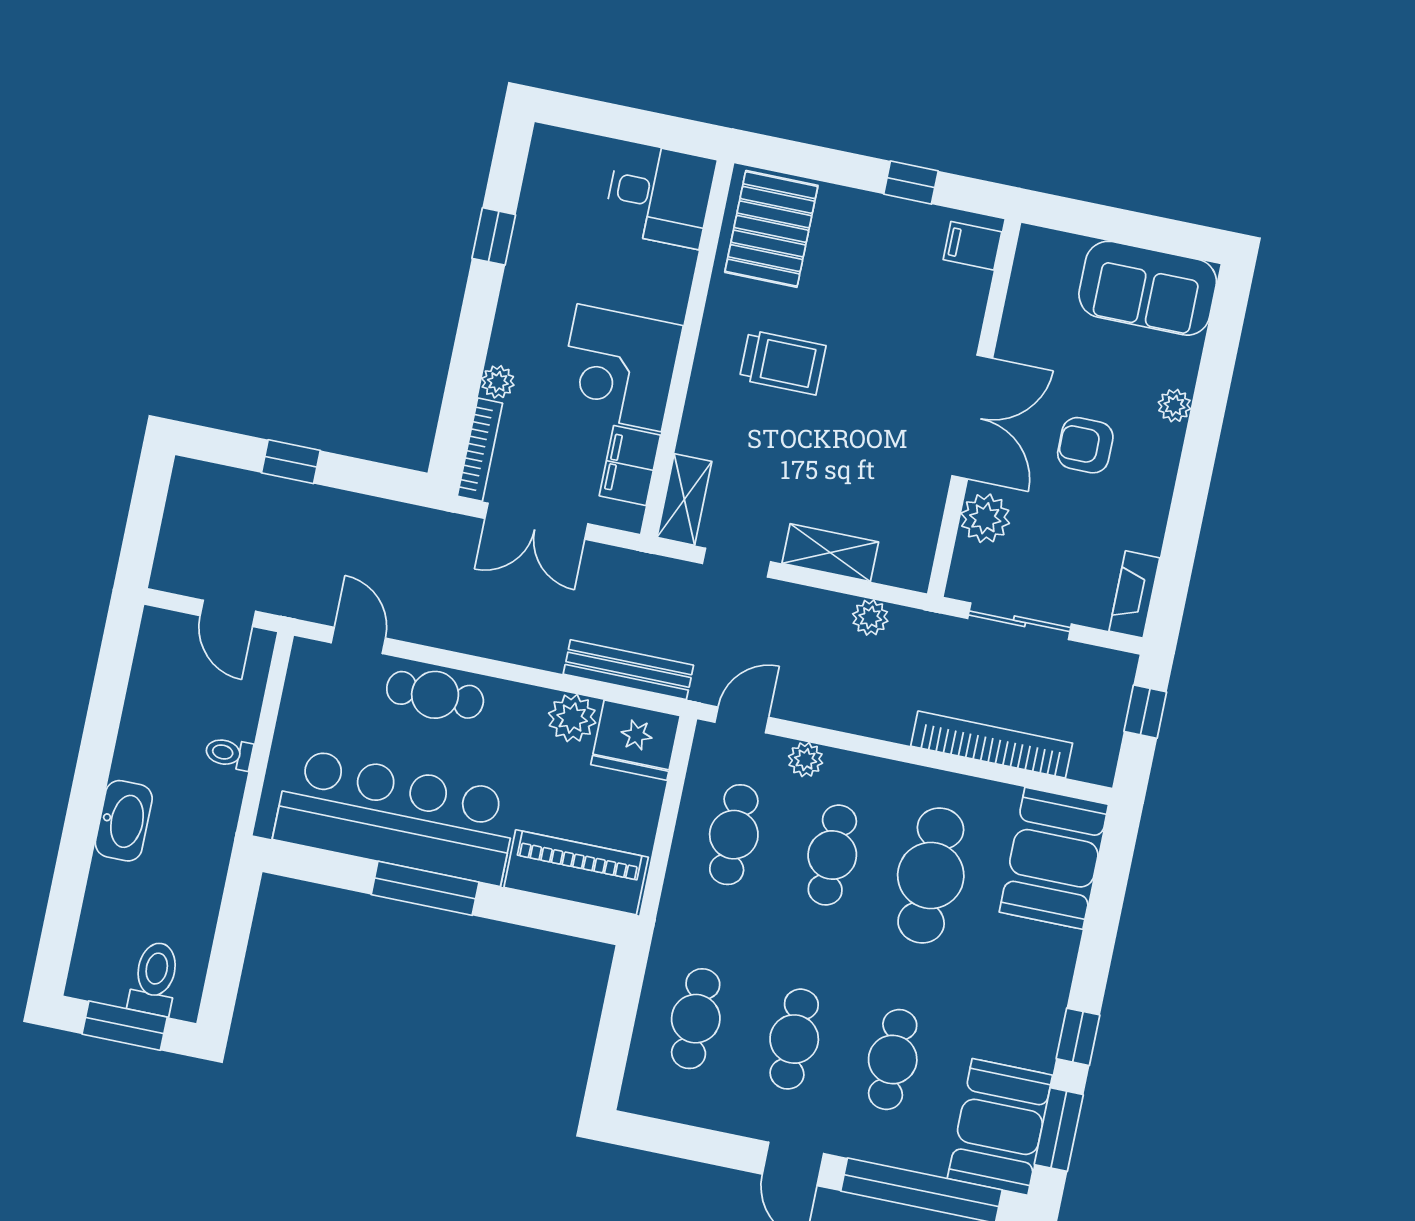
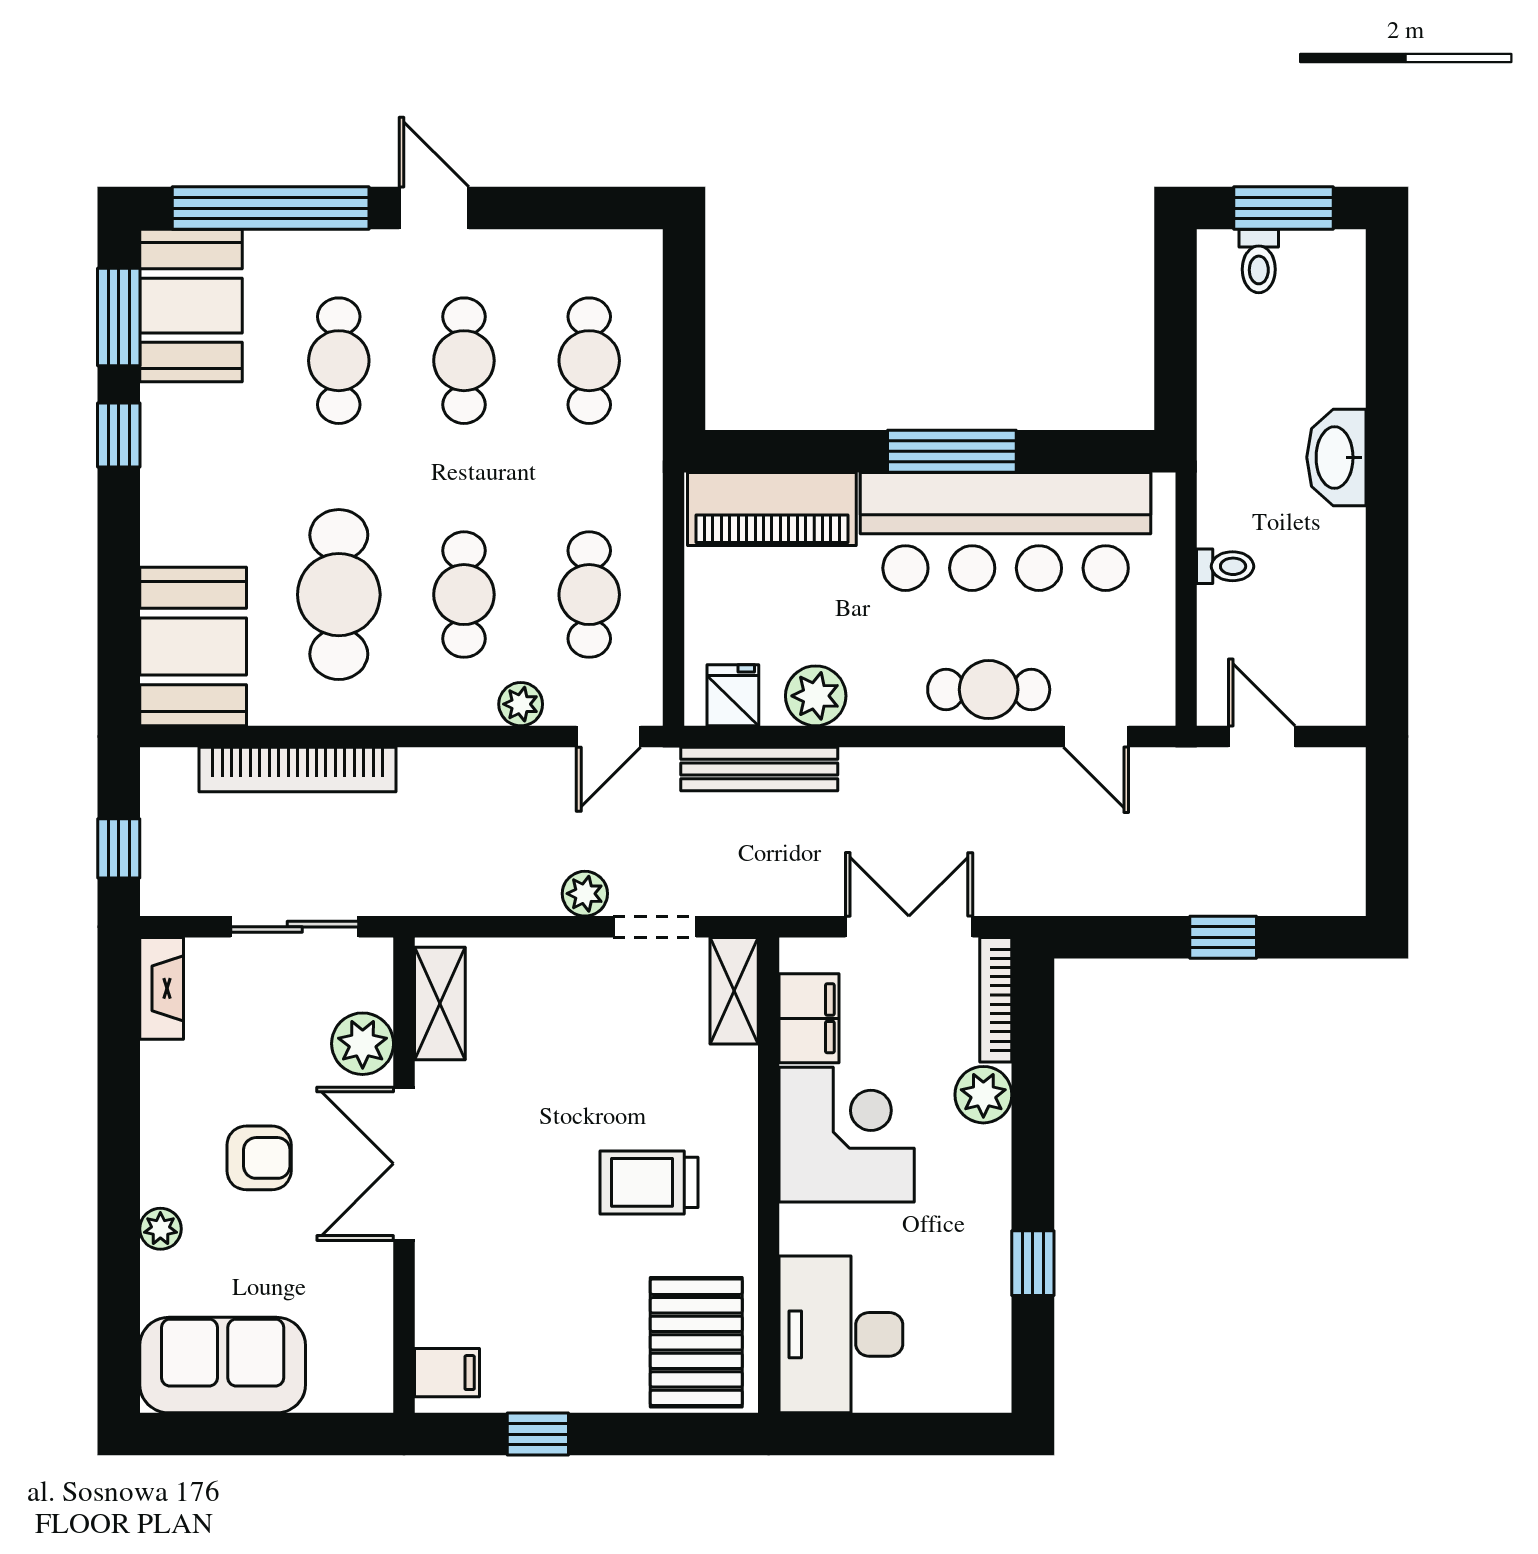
desk: (660, 195) -> (841, 1334), width x1.37
plant: (498, 382) -> (983, 1095), width x1.38, depth x1.38
shelving: (830, 553) -> (440, 1003), moved, turned 90
plant: (870, 617) -> (585, 894), moved
fridge: (635, 740) -> (733, 695), width x0.53, depth x0.75
toilet: (155, 978) -> (1259, 261), width x0.73, depth x0.72

